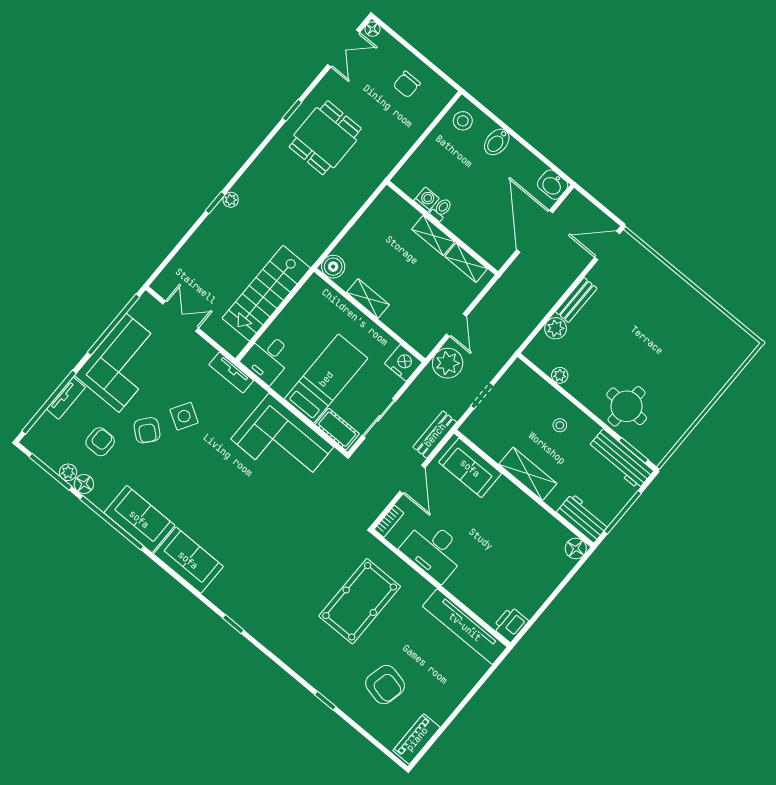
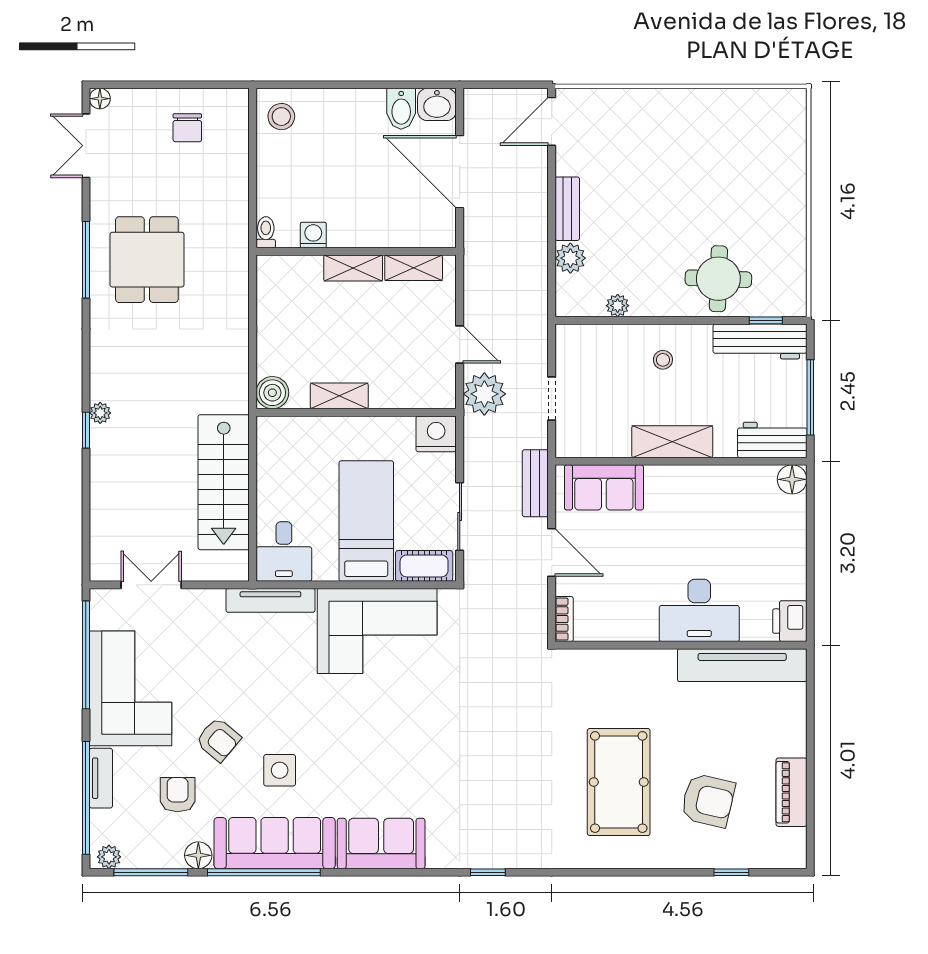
double door: (344, 48) -> (86, 146), swing flipped
window: (292, 110) -> (86, 260), width x2.17
bidet: (497, 142) -> (401, 109), moved
toilet: (441, 209) -> (266, 232), moved
tv unit: (231, 373) -> (270, 600), width x1.41
side table: (184, 416) -> (280, 770), moved, turned -31
window: (633, 450) -> (766, 320), width x0.67
plant: (68, 472) -> (109, 857), moved
sofa: (139, 519) -> (275, 843), width x1.36
desk: (434, 550) -> (699, 610), moved
pool table: (360, 601) -> (619, 782), moved
window: (325, 701) -> (731, 872), moved
piano: (417, 739) -> (791, 792), moved

